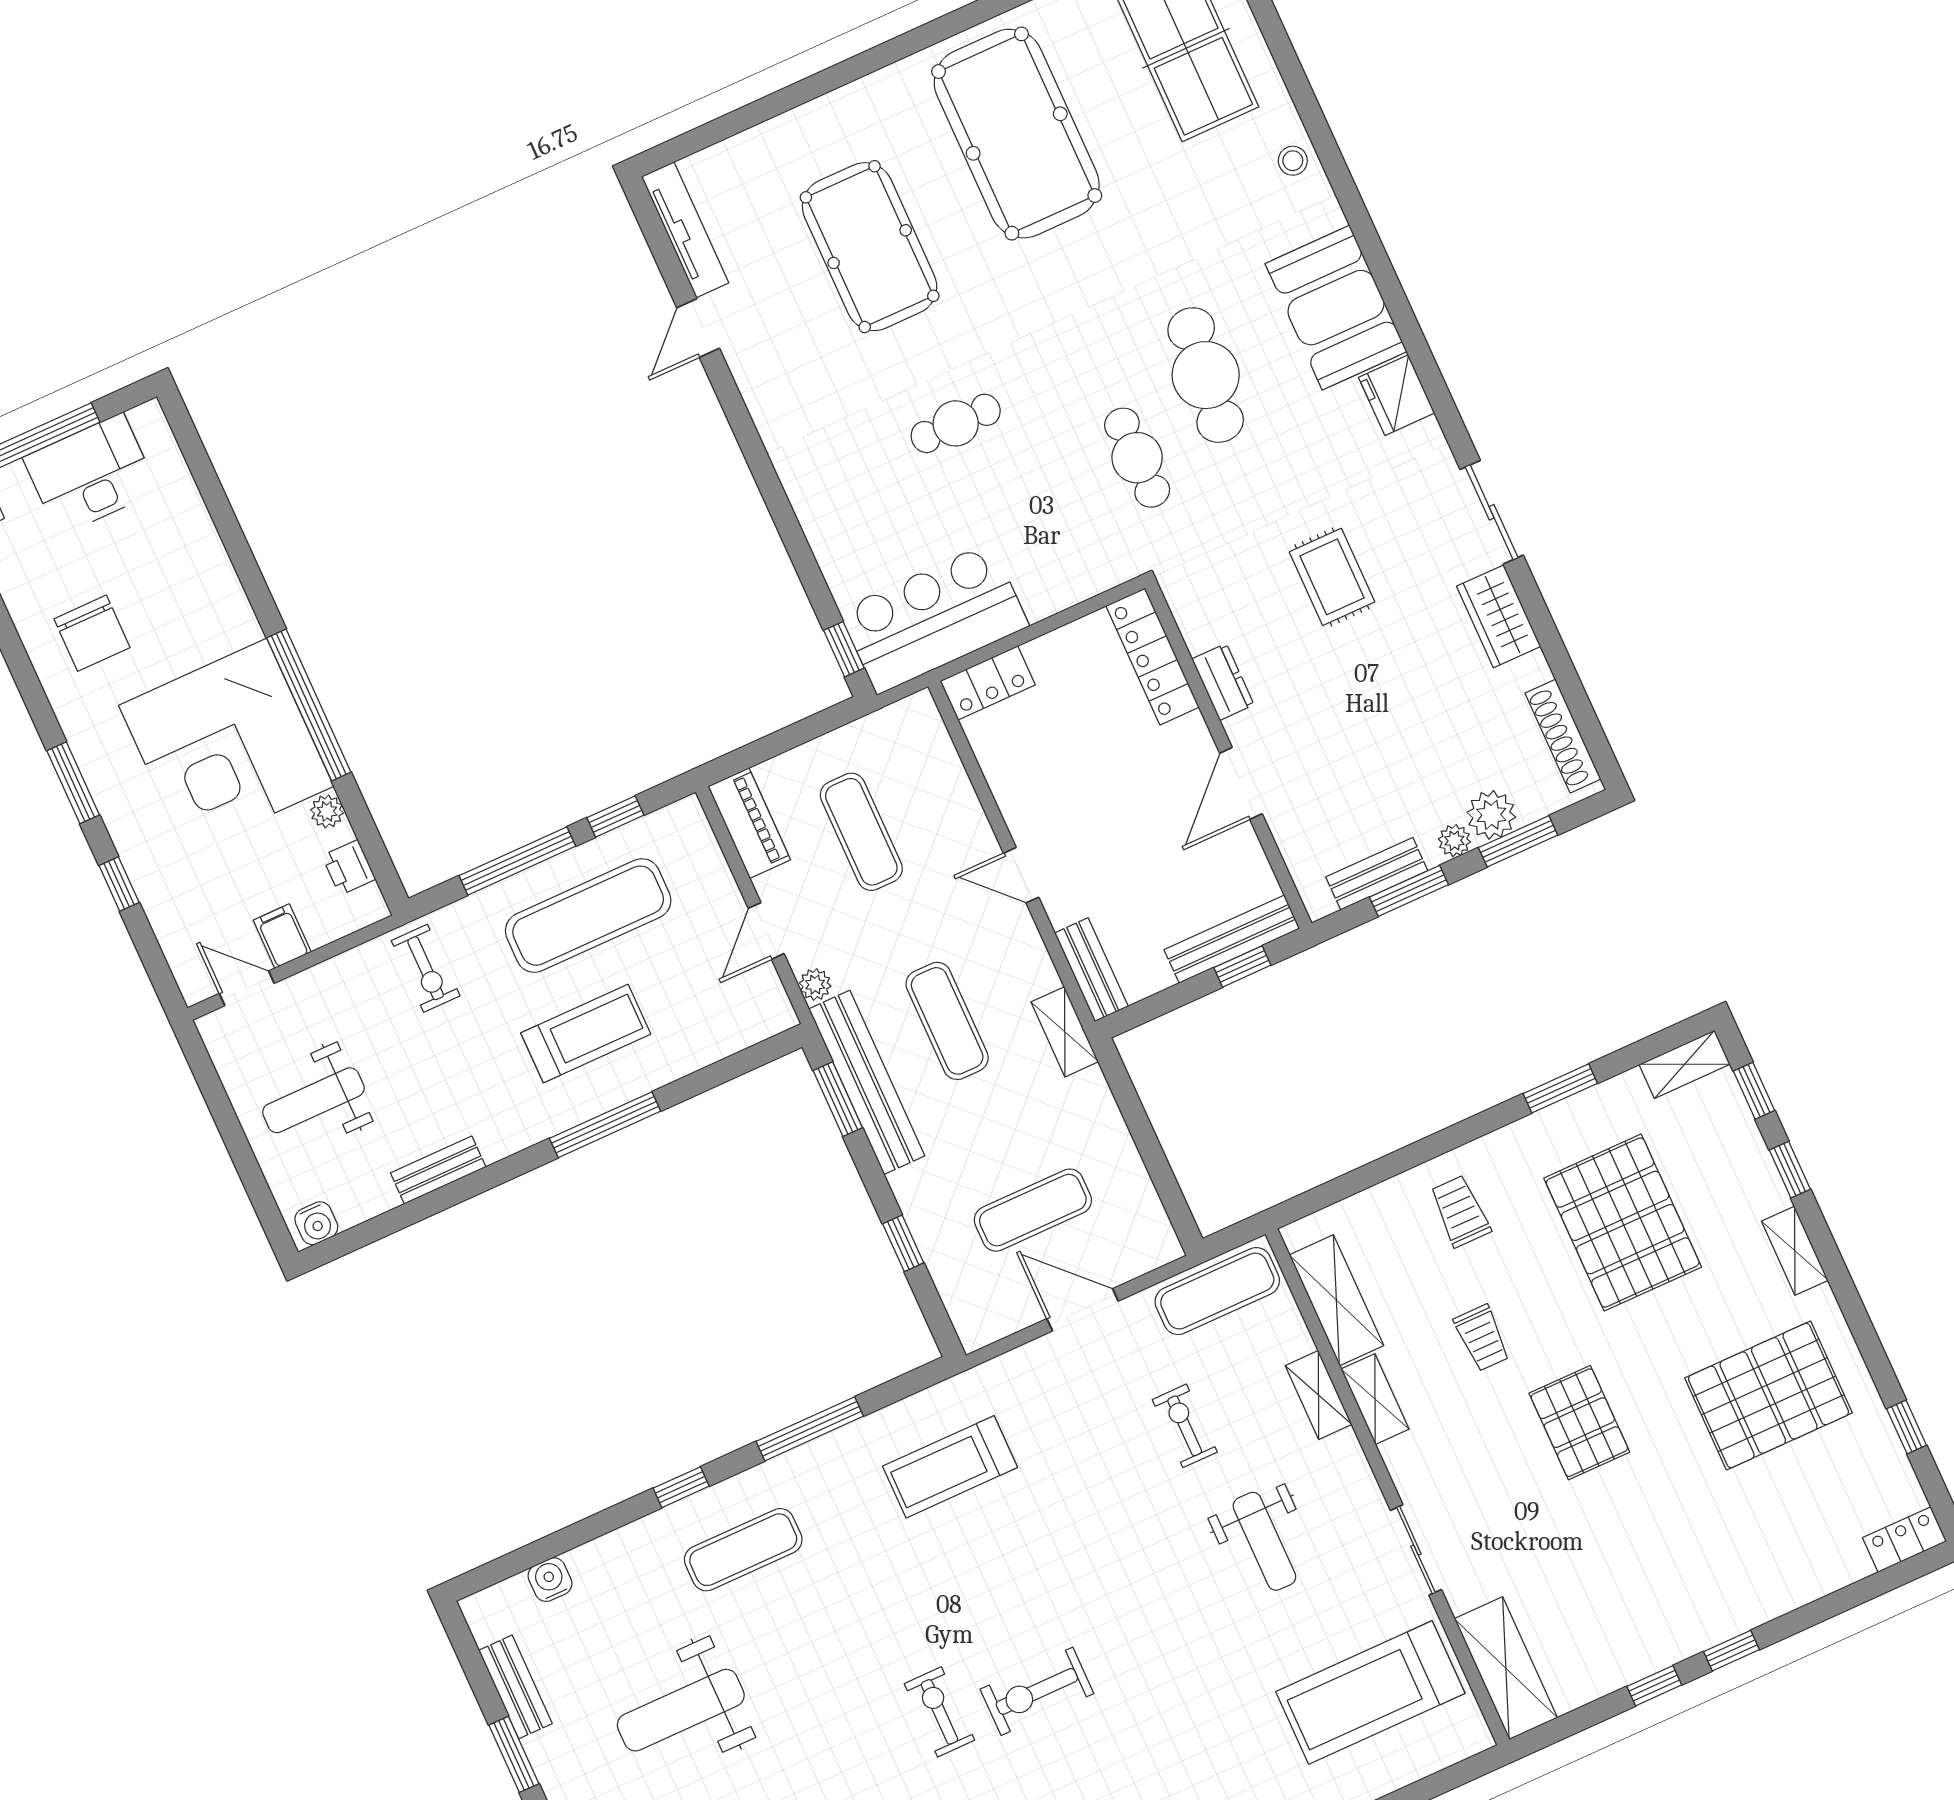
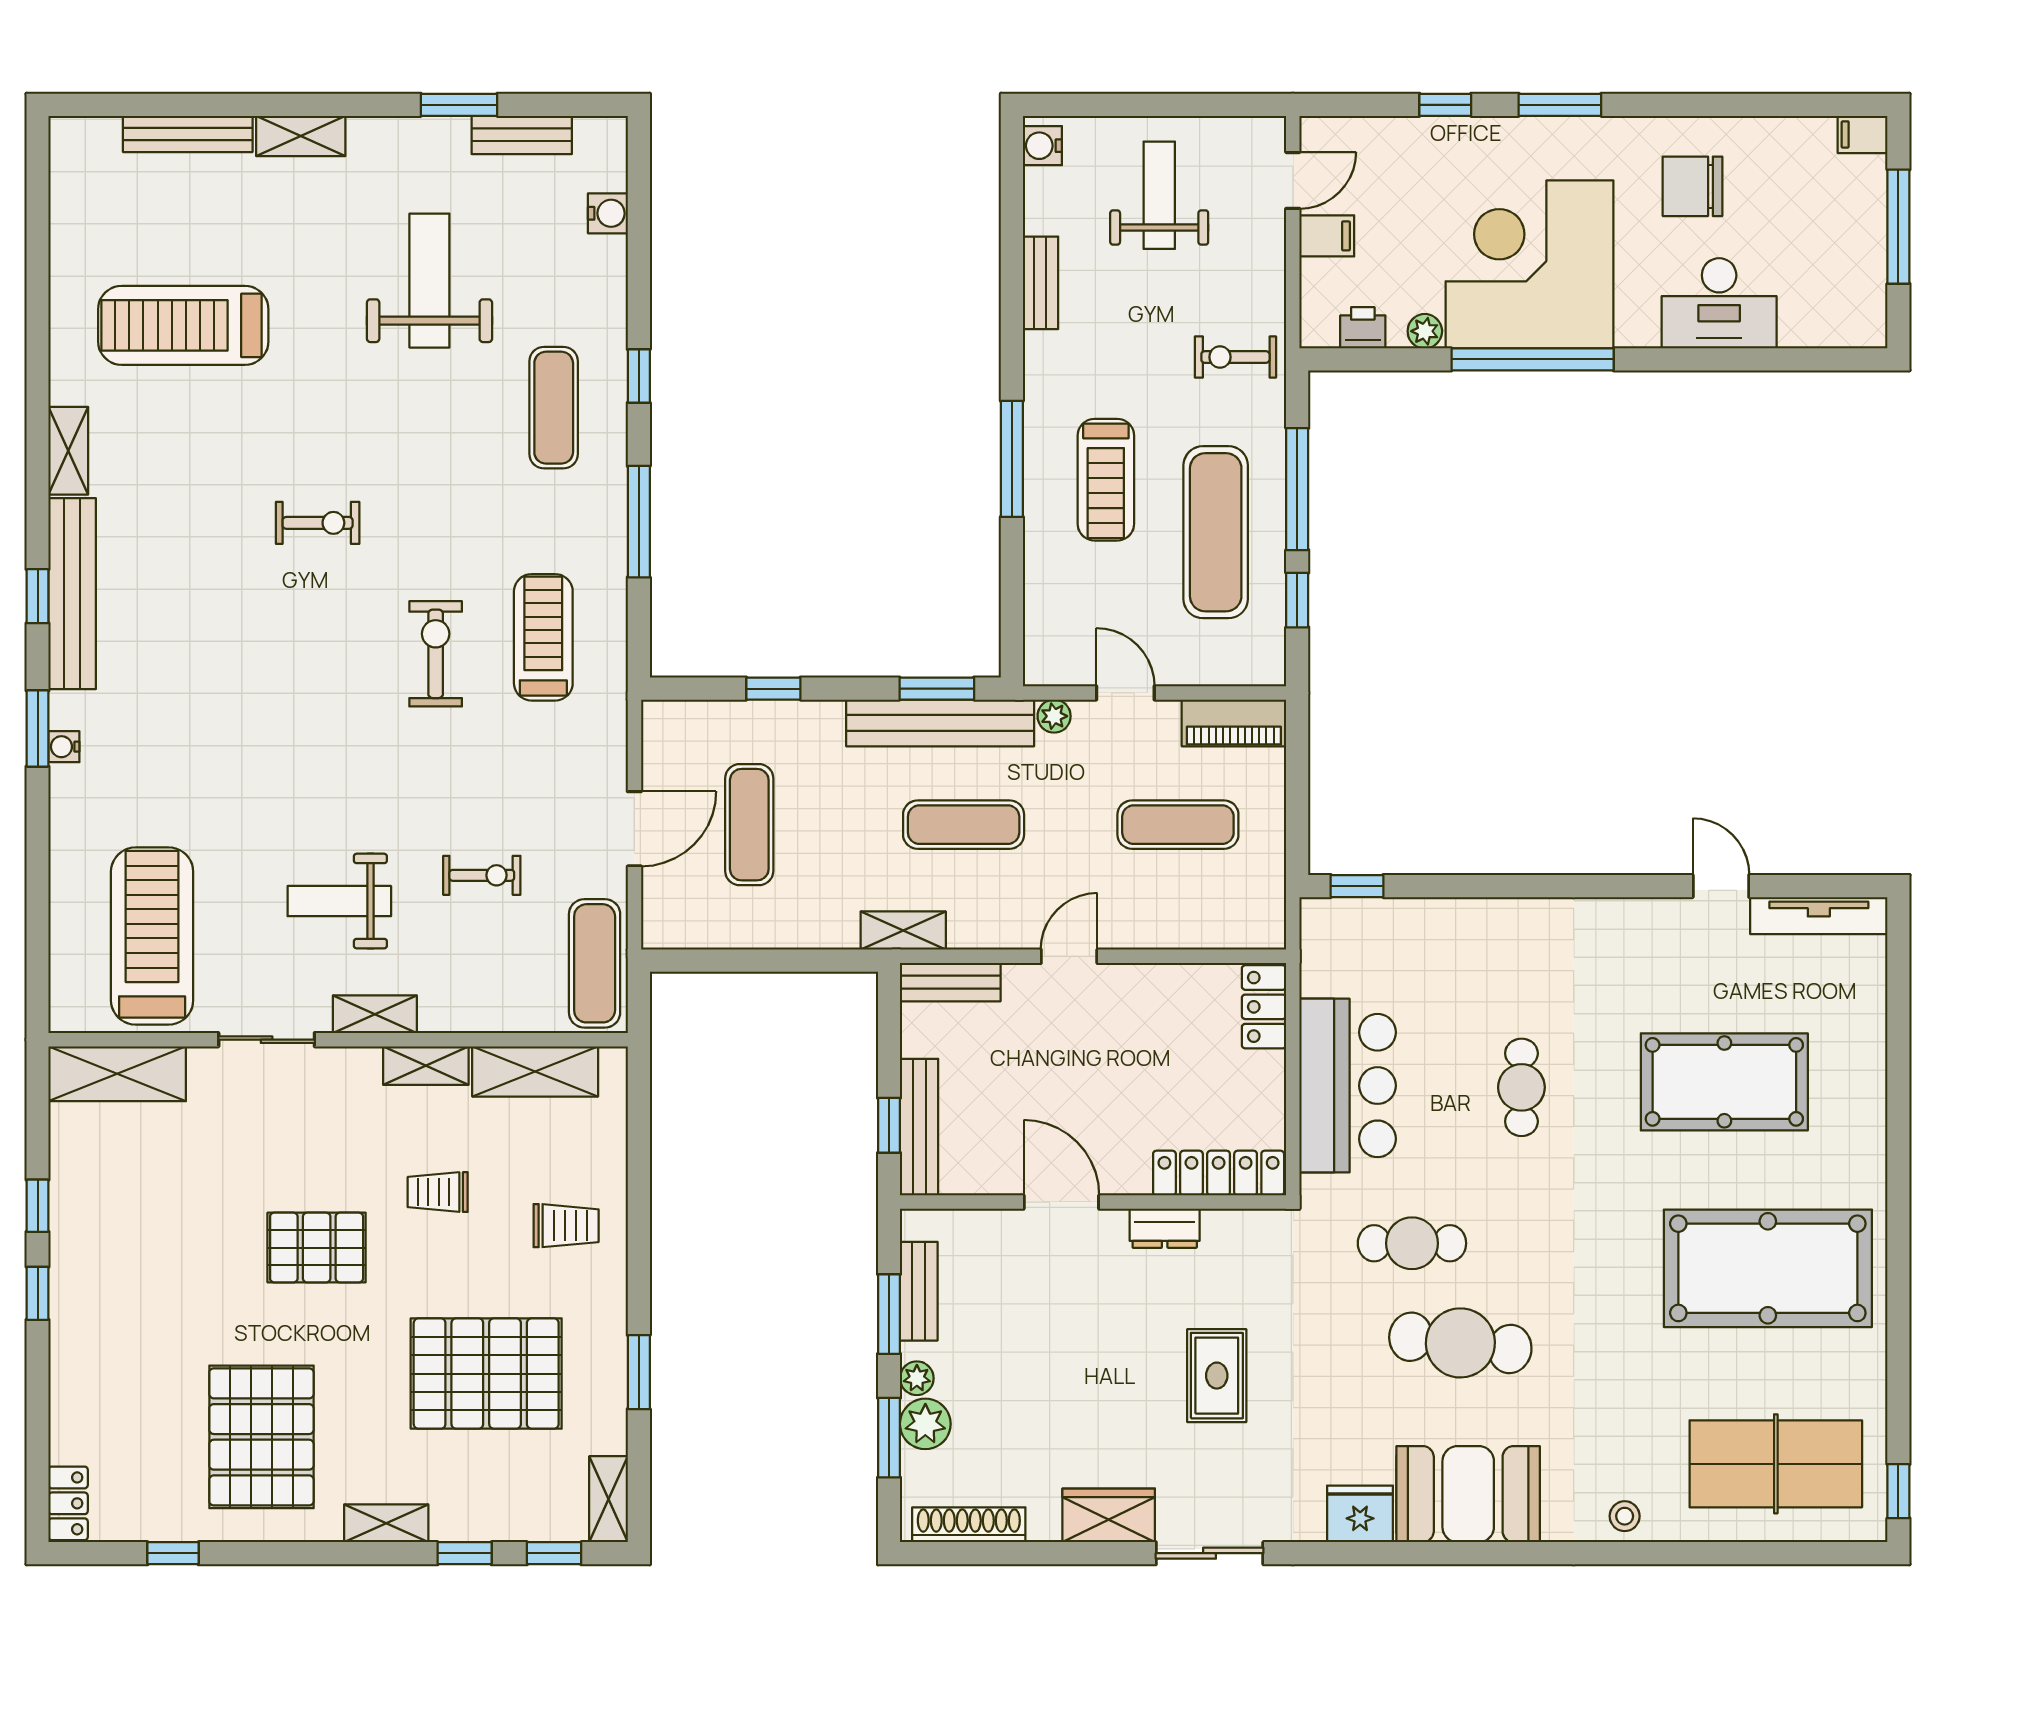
desk: (91, 474) -> (1719, 303), moved, turned 90
rug: (1332, 577) -> (1217, 1376), turned 90
bar counter: (934, 618) -> (1348, 1086), moved
shelving: (1319, 1395) -> (375, 1014), moved
exercise bike: (1037, 1691) -> (436, 654), moved

